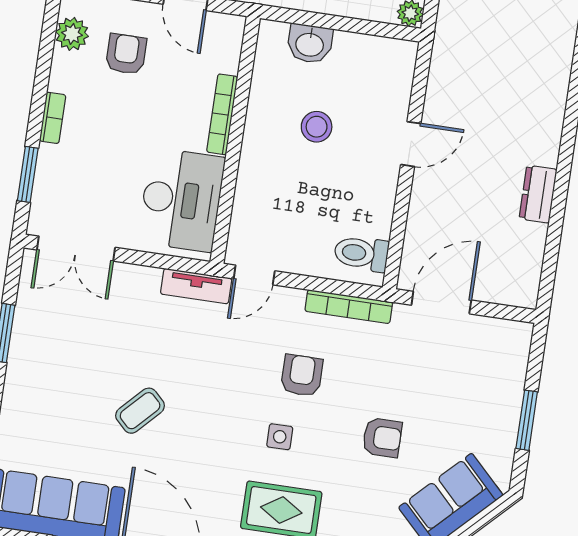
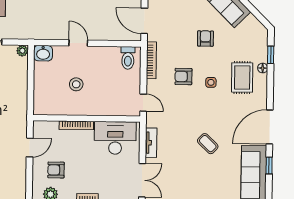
washbasin: (310, 44) -> (43, 53), moved, turned 90
tv unit: (196, 286) -> (151, 143), moved

